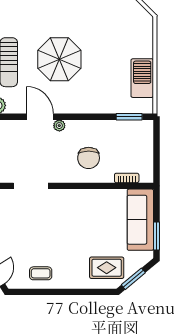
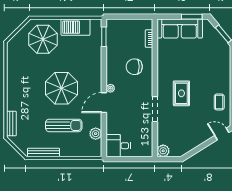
parasol: (126, 34) -> (43, 39), added
chair: (89, 158) -> (134, 67), turned 180
rug: (107, 268) -> (181, 93), moved

